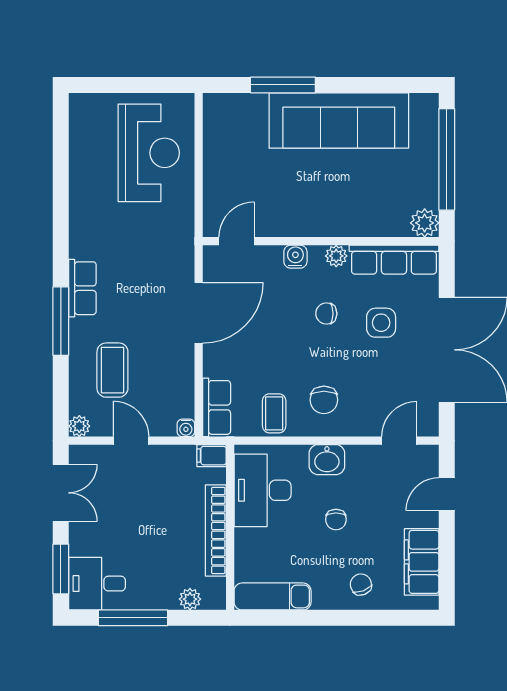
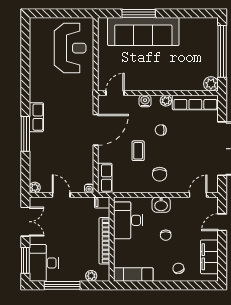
sofa: (339, 121) -> (143, 32), moved
side table: (381, 323) -> (189, 135), removed
coffee table: (112, 370) -> (52, 159), removed
coffee table: (274, 413) -> (138, 151), moved
desk: (97, 584) -> (44, 263), width x1.37

